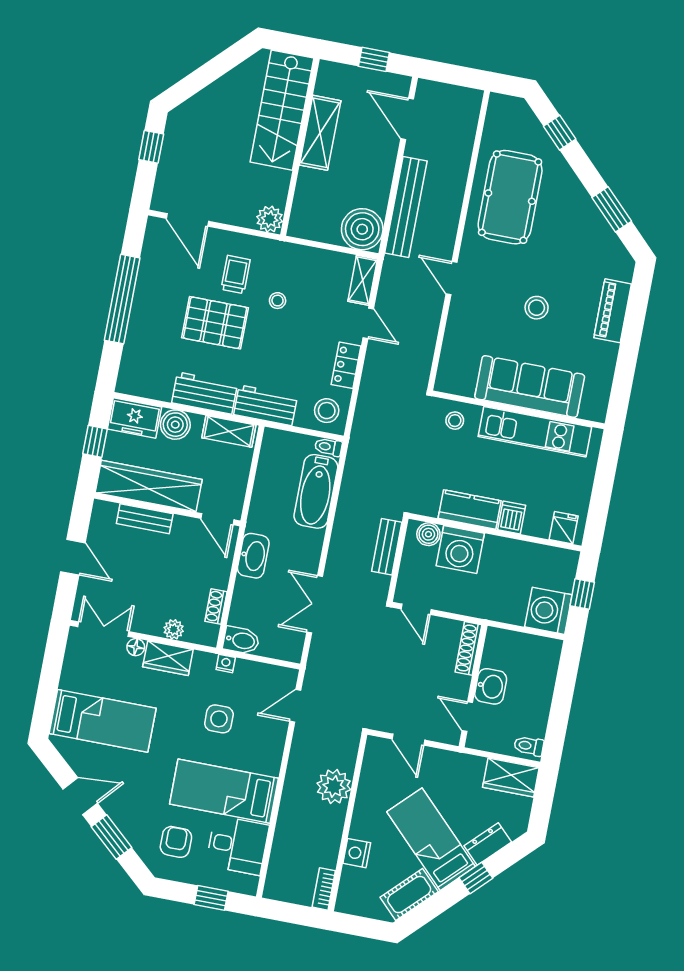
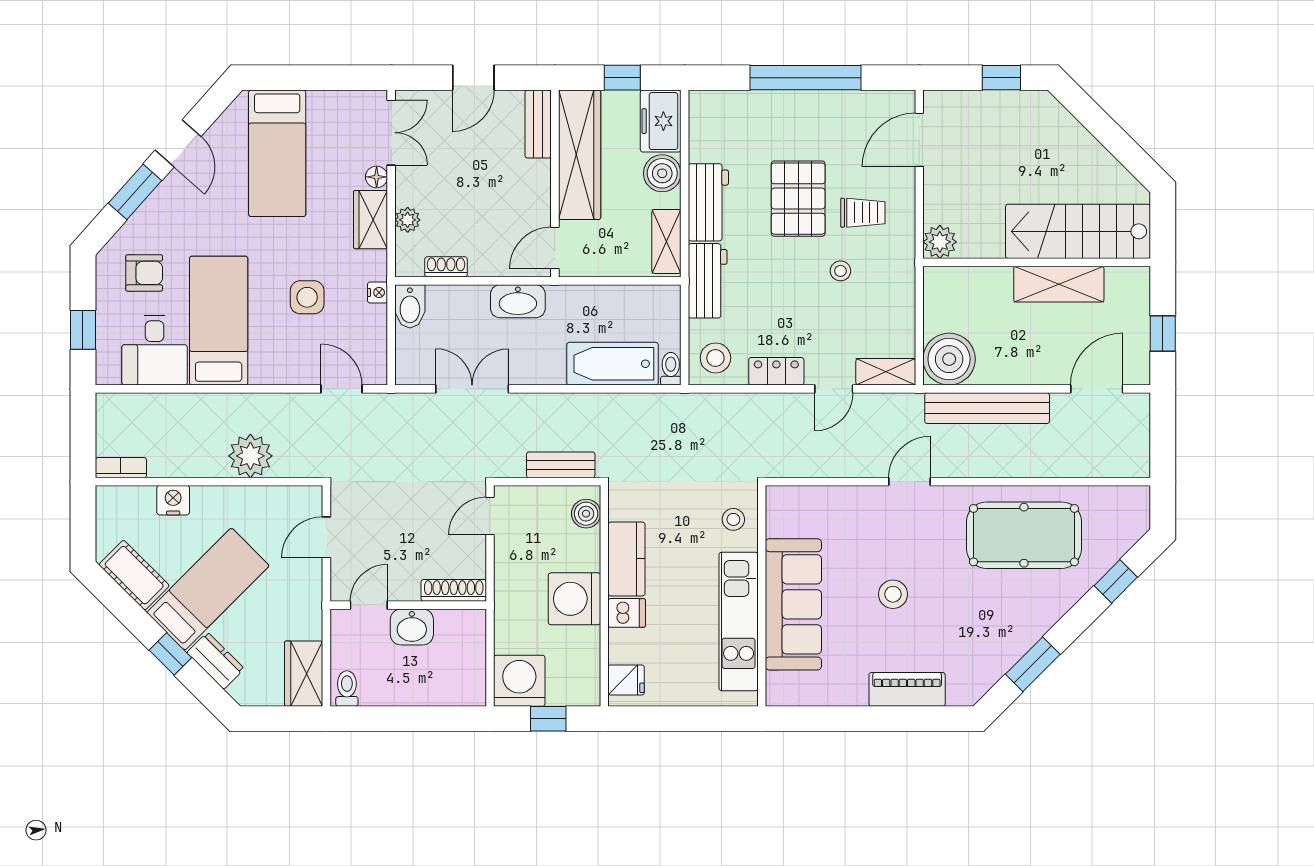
bench: (145, 519) -> (538, 124), moved
washing machine: (460, 550) -> (574, 599), moved

